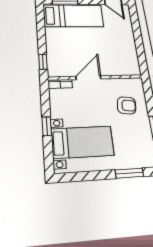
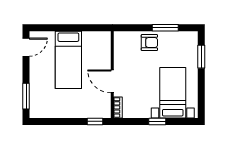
bed: (73, 16) -> (68, 60), moved, turned 180
armchair: (127, 105) -> (149, 43), moved, turned 83

